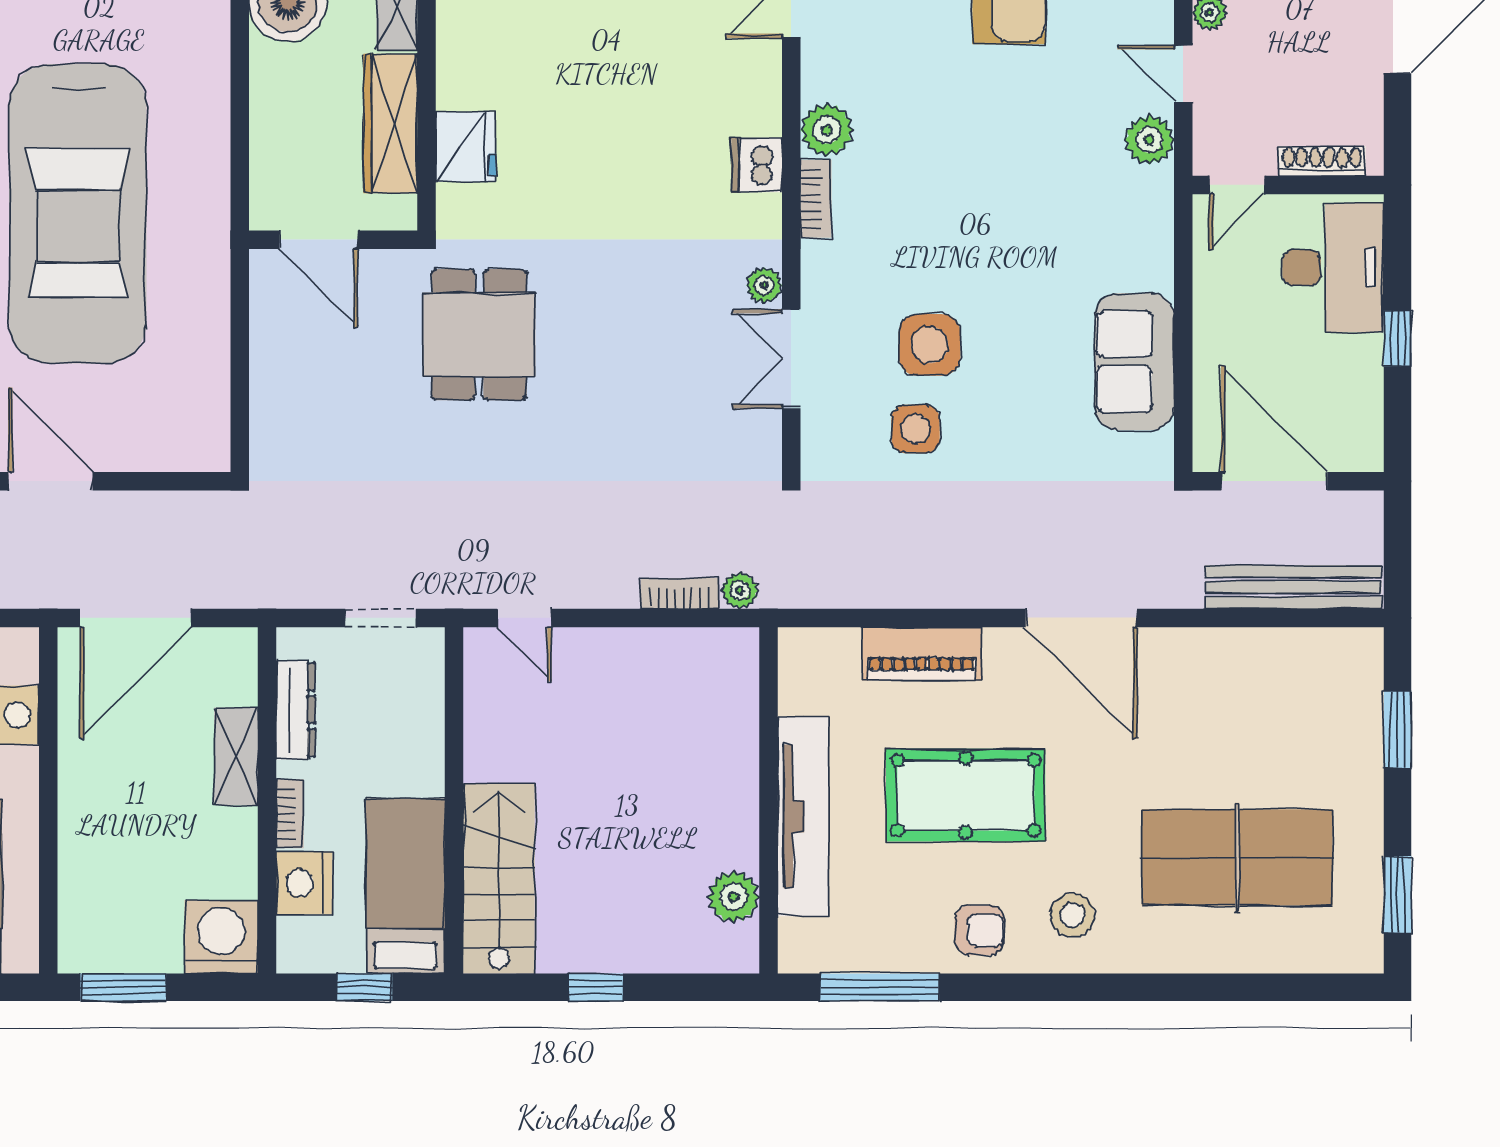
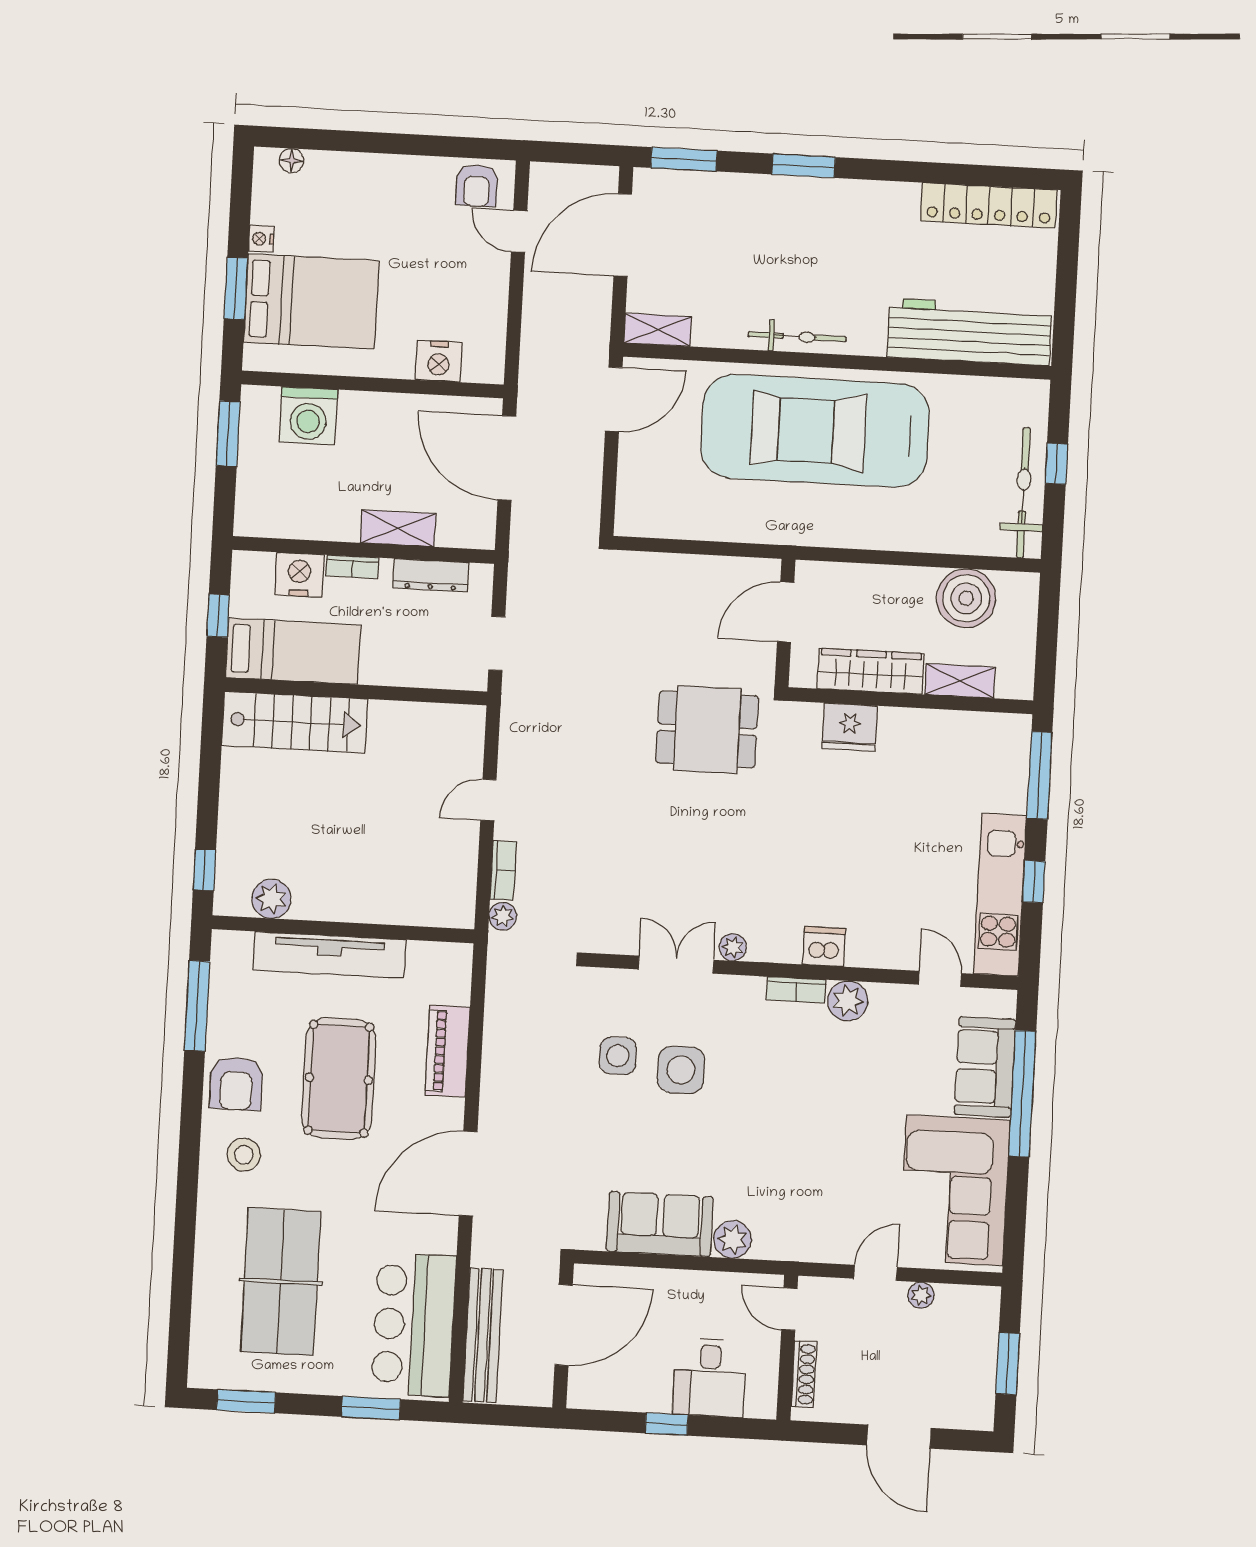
plant: (1149, 140) -> (733, 1239), moved
desk: (1333, 268) -> (710, 1378), width x0.73
door: (524, 618) -> (488, 800), moved
bar counter: (1285, 679) -> (414, 1325), added
armchair: (979, 930) -> (236, 1084), width x1.38, depth x1.38
washing machine: (221, 937) -> (308, 416), moved, turned 90
window: (596, 987) -> (204, 870), moved

